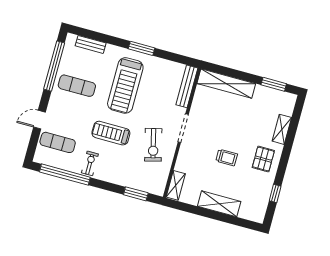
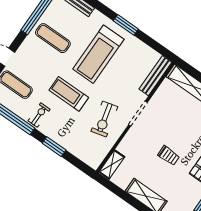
window: (136, 194) -> (54, 147), moved

